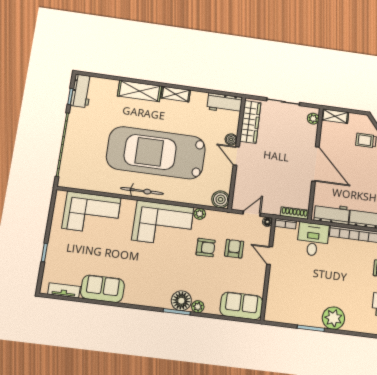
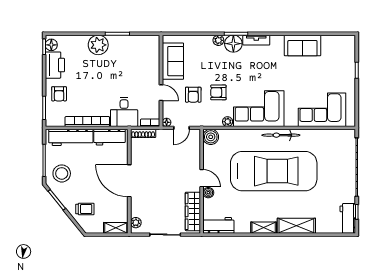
tv unit: (64, 290) -> (256, 40), moved
sofa: (241, 306) -> (173, 61), moved, turned -90

